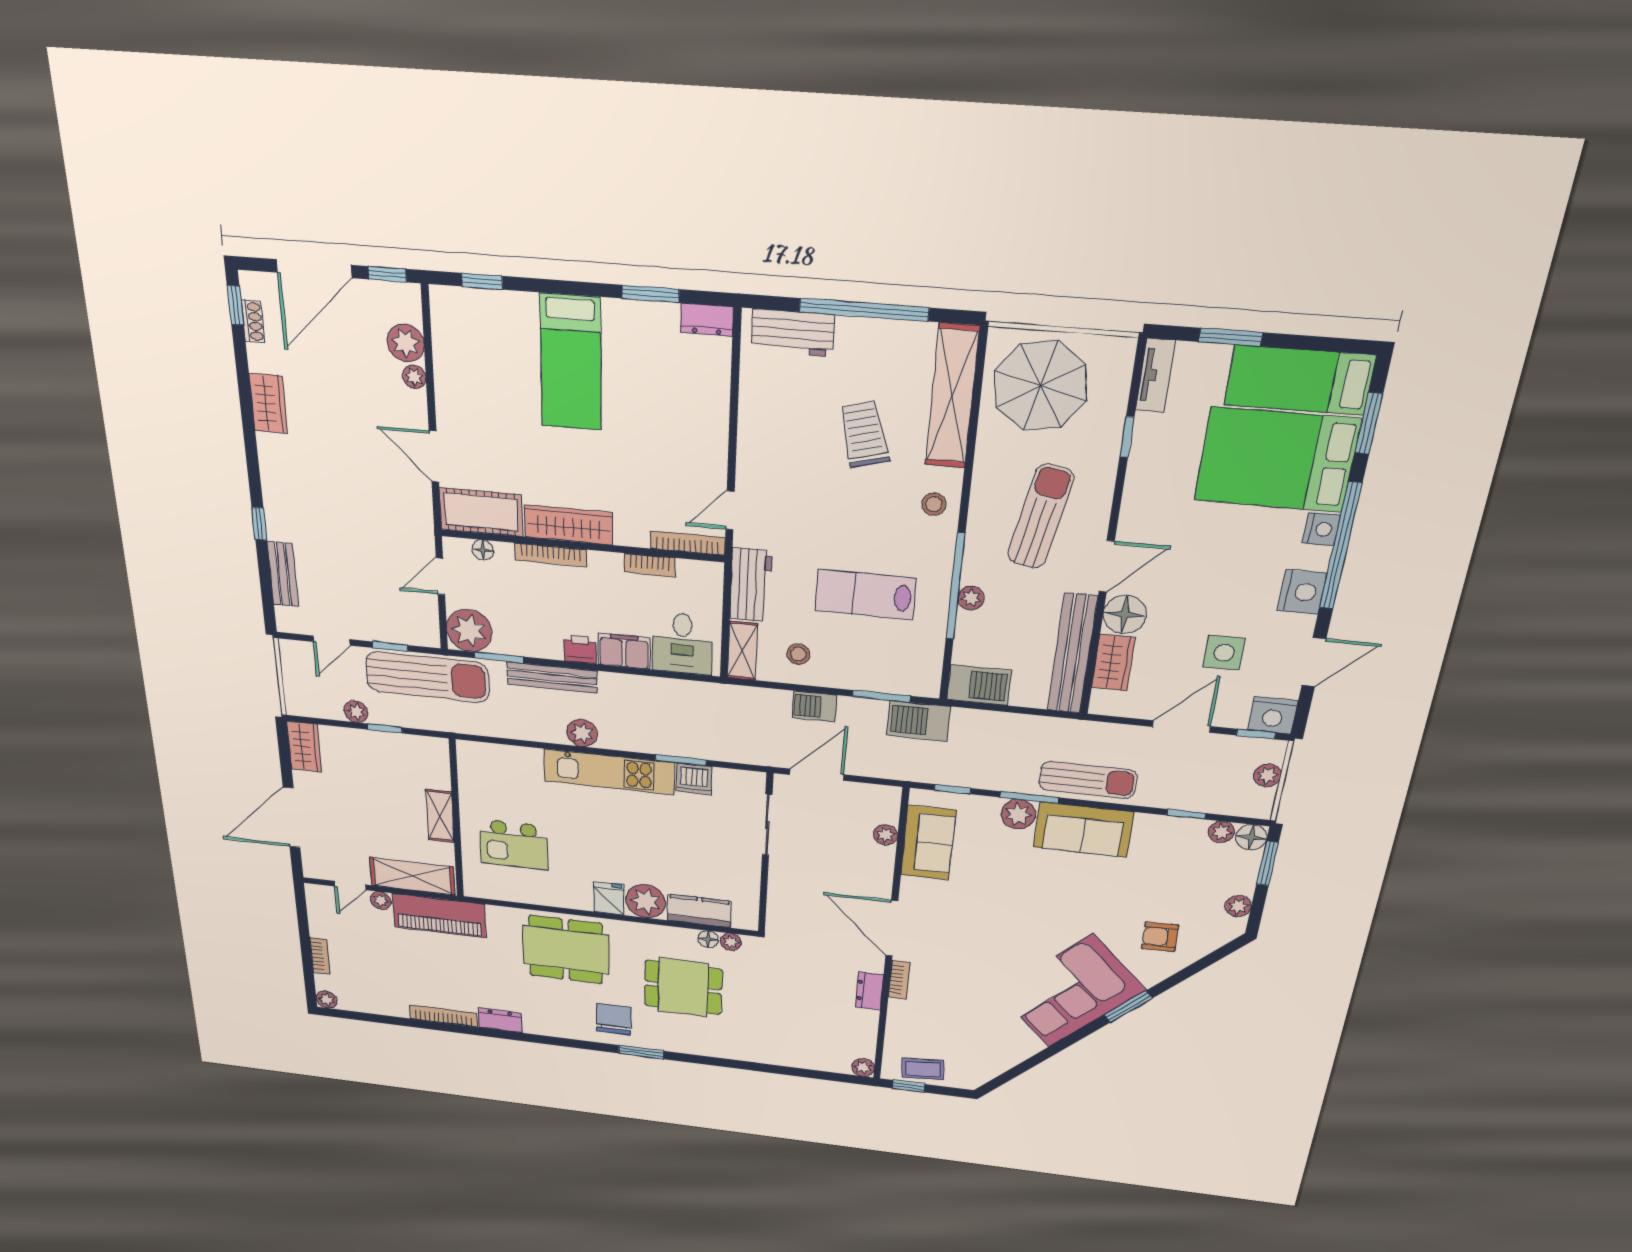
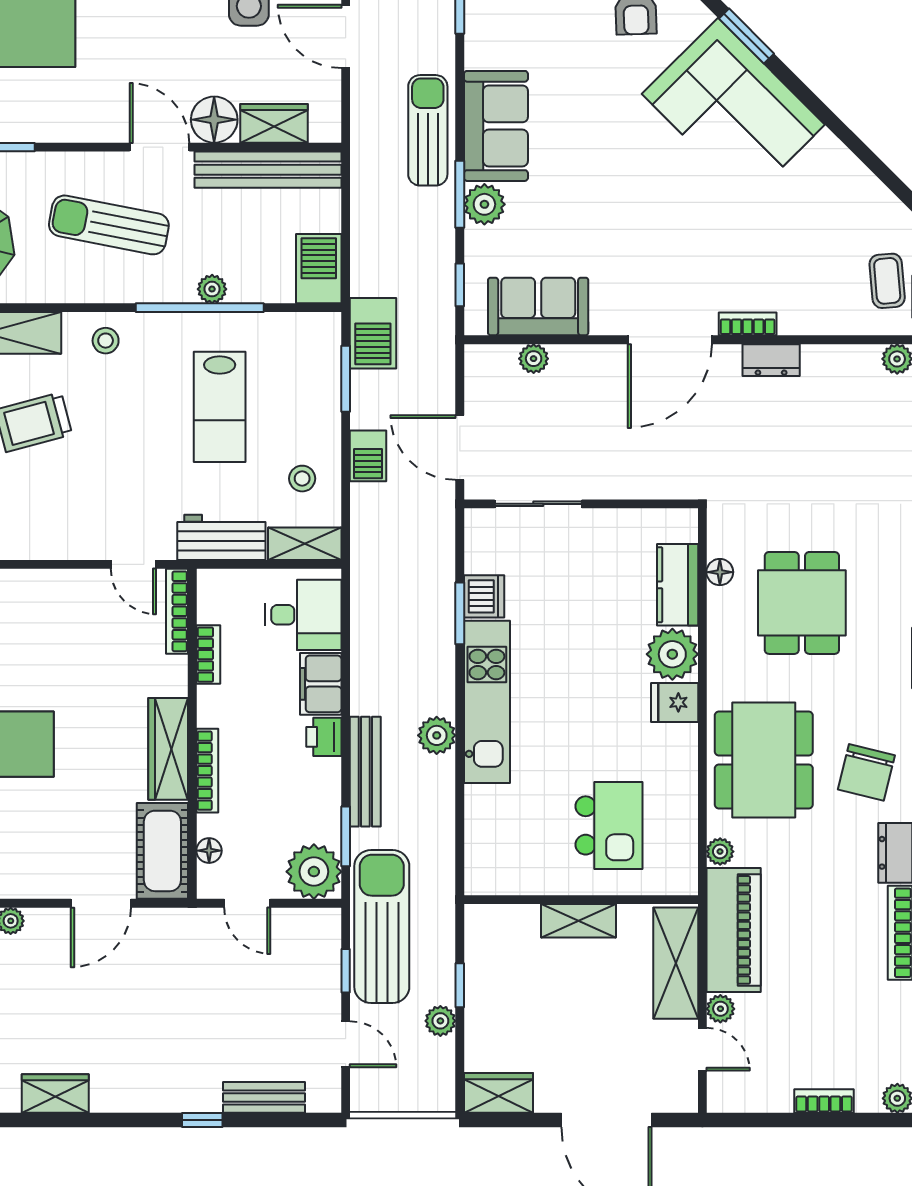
plant: (731, 942) -> (720, 851), moved
chair: (614, 1019) -> (866, 772), moved, turned -76

